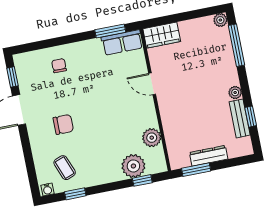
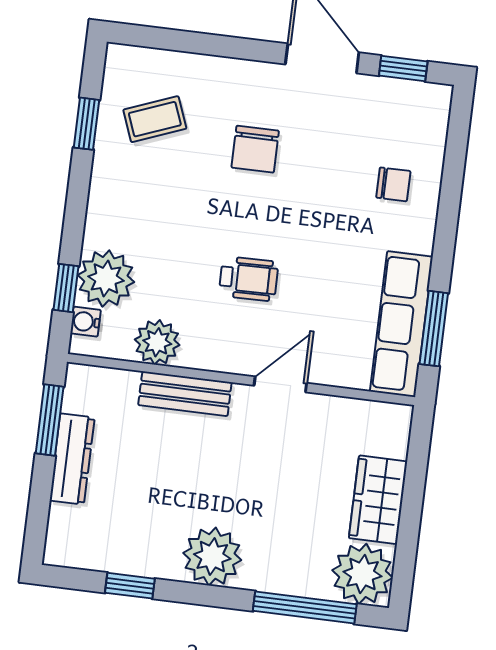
plant: (220, 20) -> (363, 574), width x1.88, depth x1.88
wardrobe: (162, 35) -> (378, 500), moved
row of seats: (122, 42) -> (401, 324), width x1.48
plant: (235, 93) -> (212, 557), width x1.87, depth x1.87
wheelchair: (115, 110) -> (249, 279), added
bench: (240, 118) -> (185, 394), moved
water cooler: (47, 189) -> (86, 322), moved

